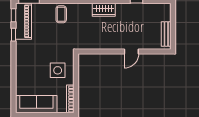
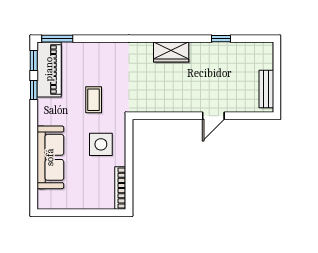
coffee table: (61, 14) -> (94, 100), moved
sofa: (36, 104) -> (50, 157), moved, turned 90

